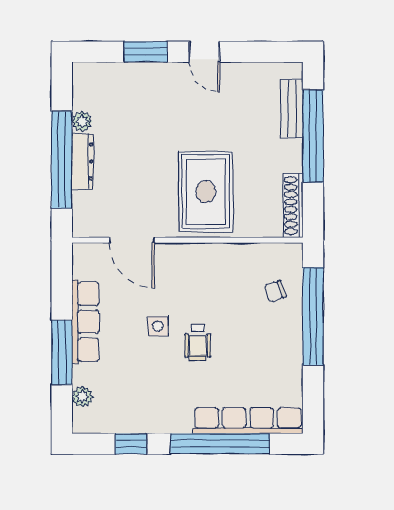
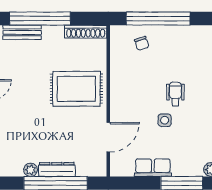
row of seats: (85, 322) -> (153, 168), width x0.68
wheelchair: (198, 343) -> (175, 94), turned -90

